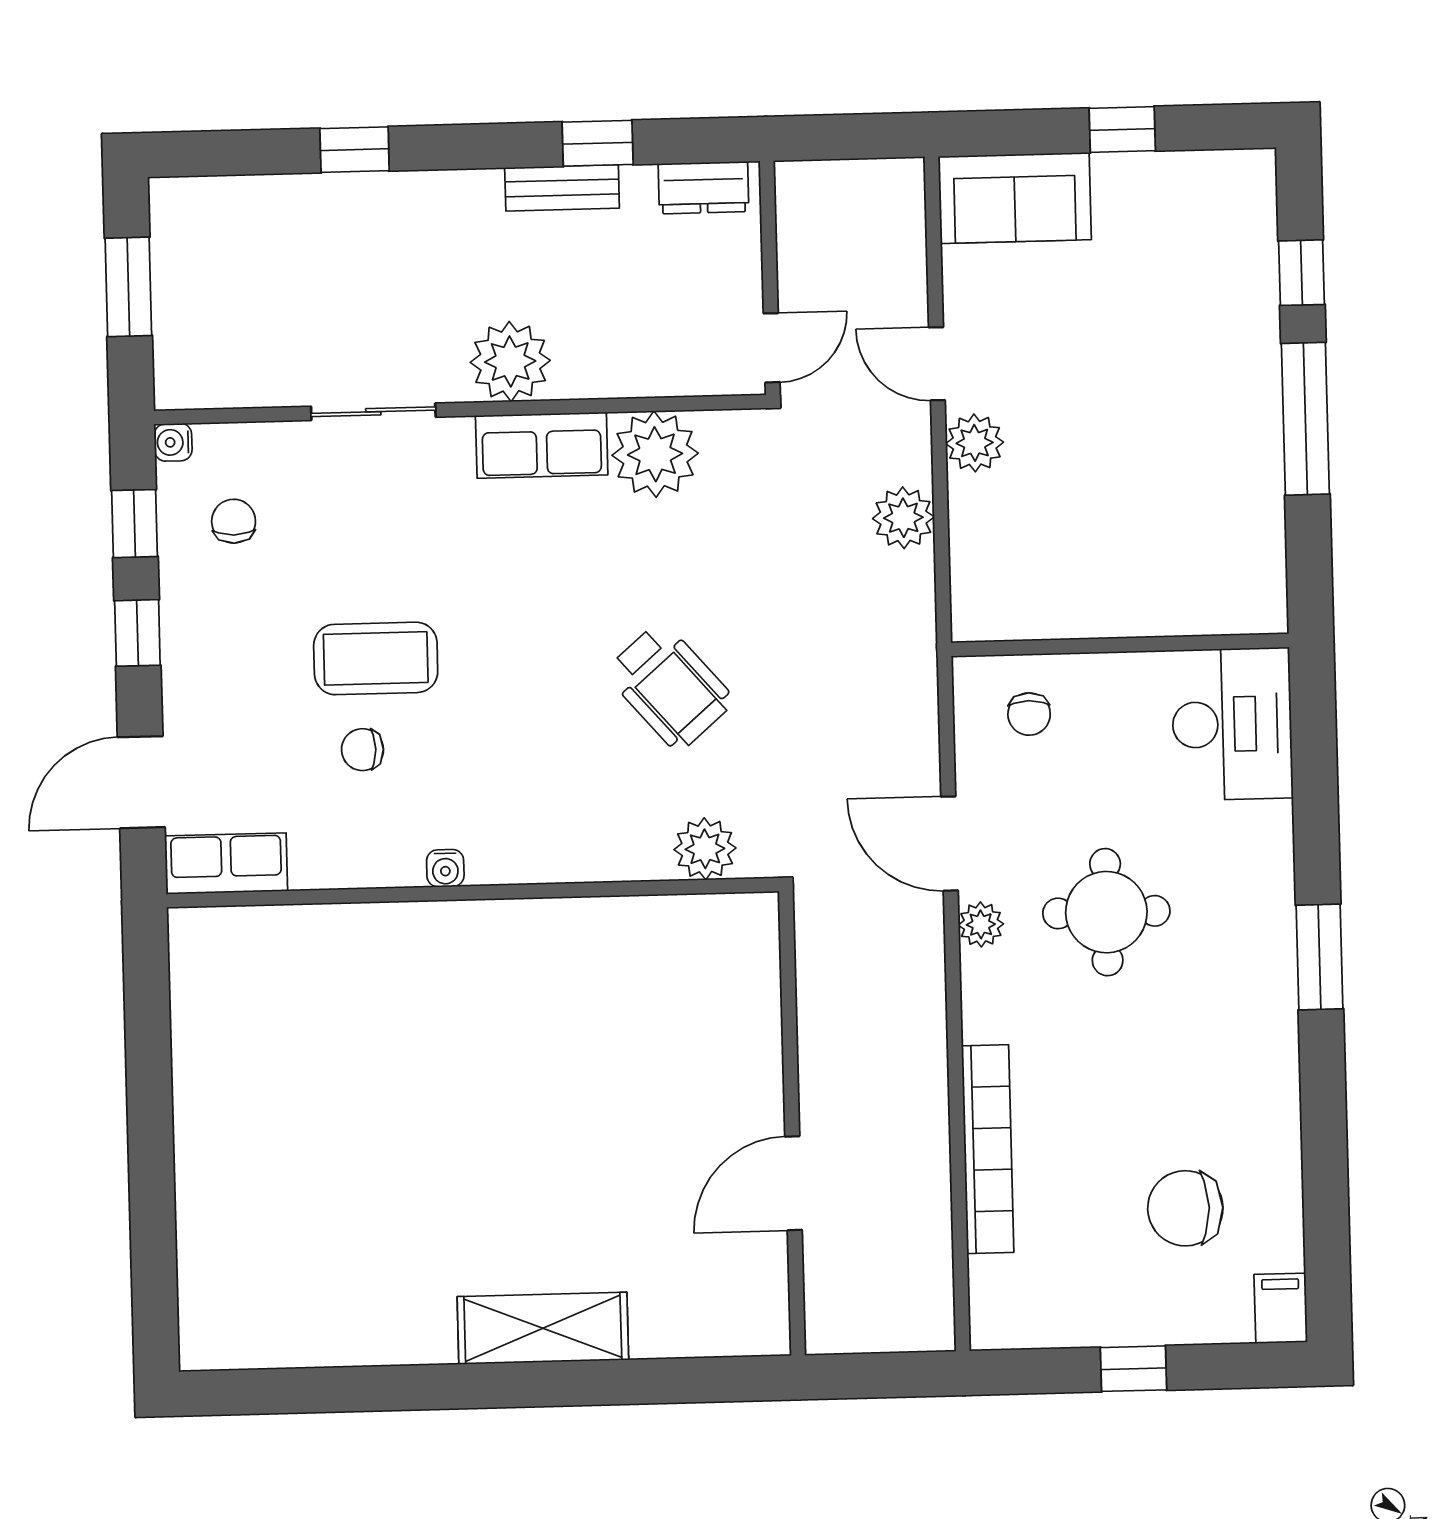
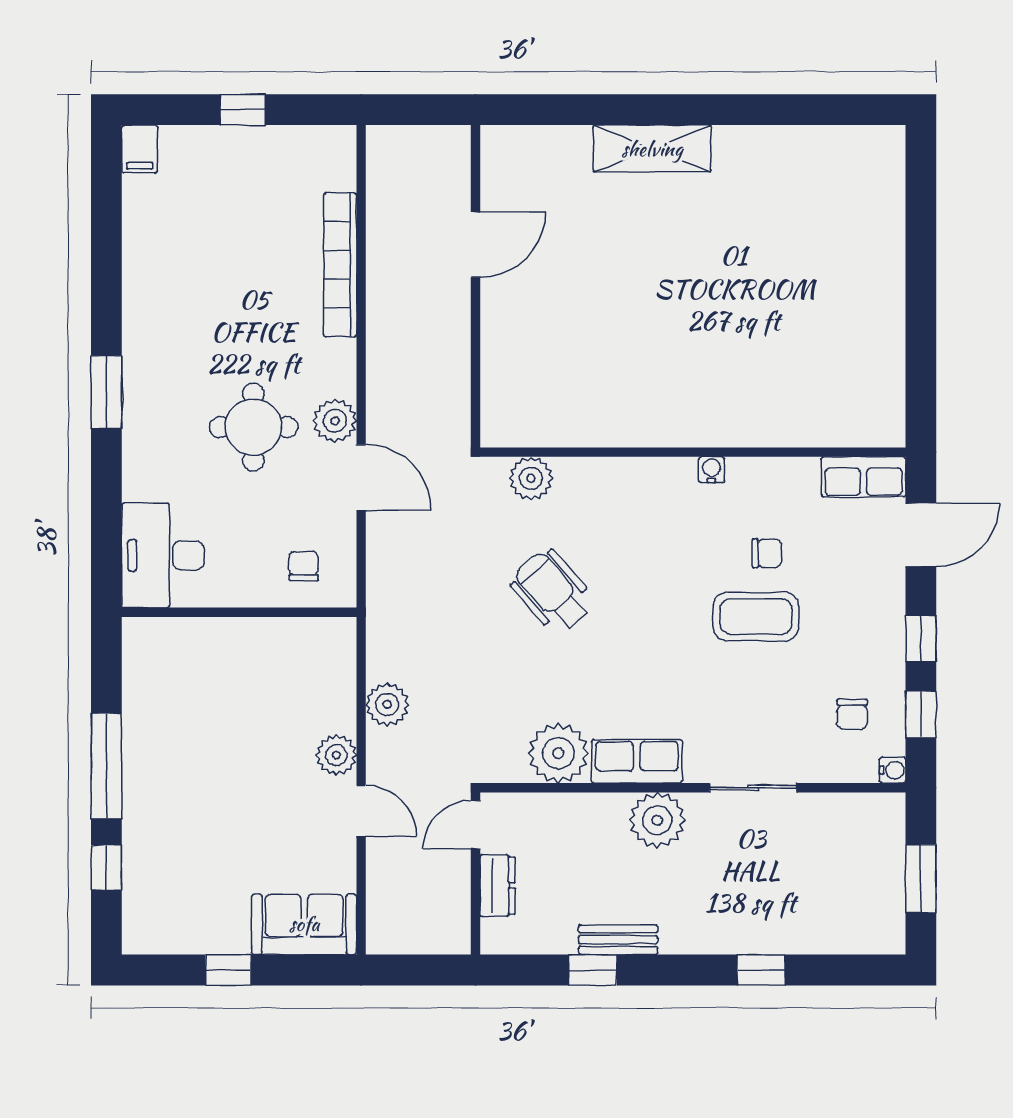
dresser: (703, 188) -> (498, 886), moved, turned 90
plant: (981, 924) -> (335, 421), width x1.38, depth x1.38
chair: (1185, 1208) -> (204, 220), removed

